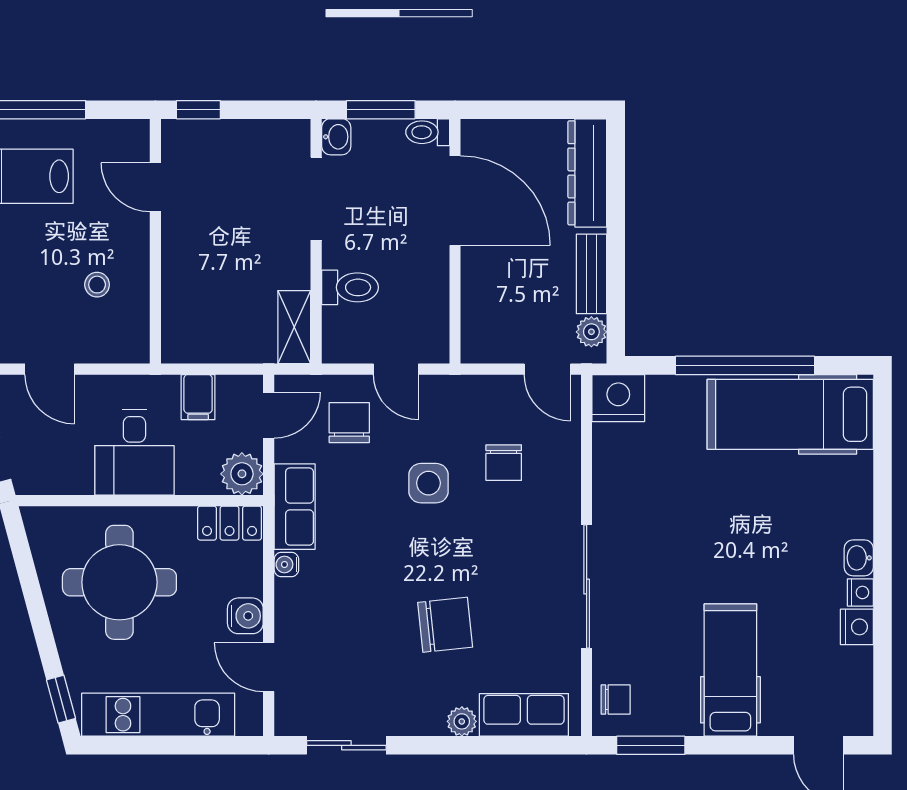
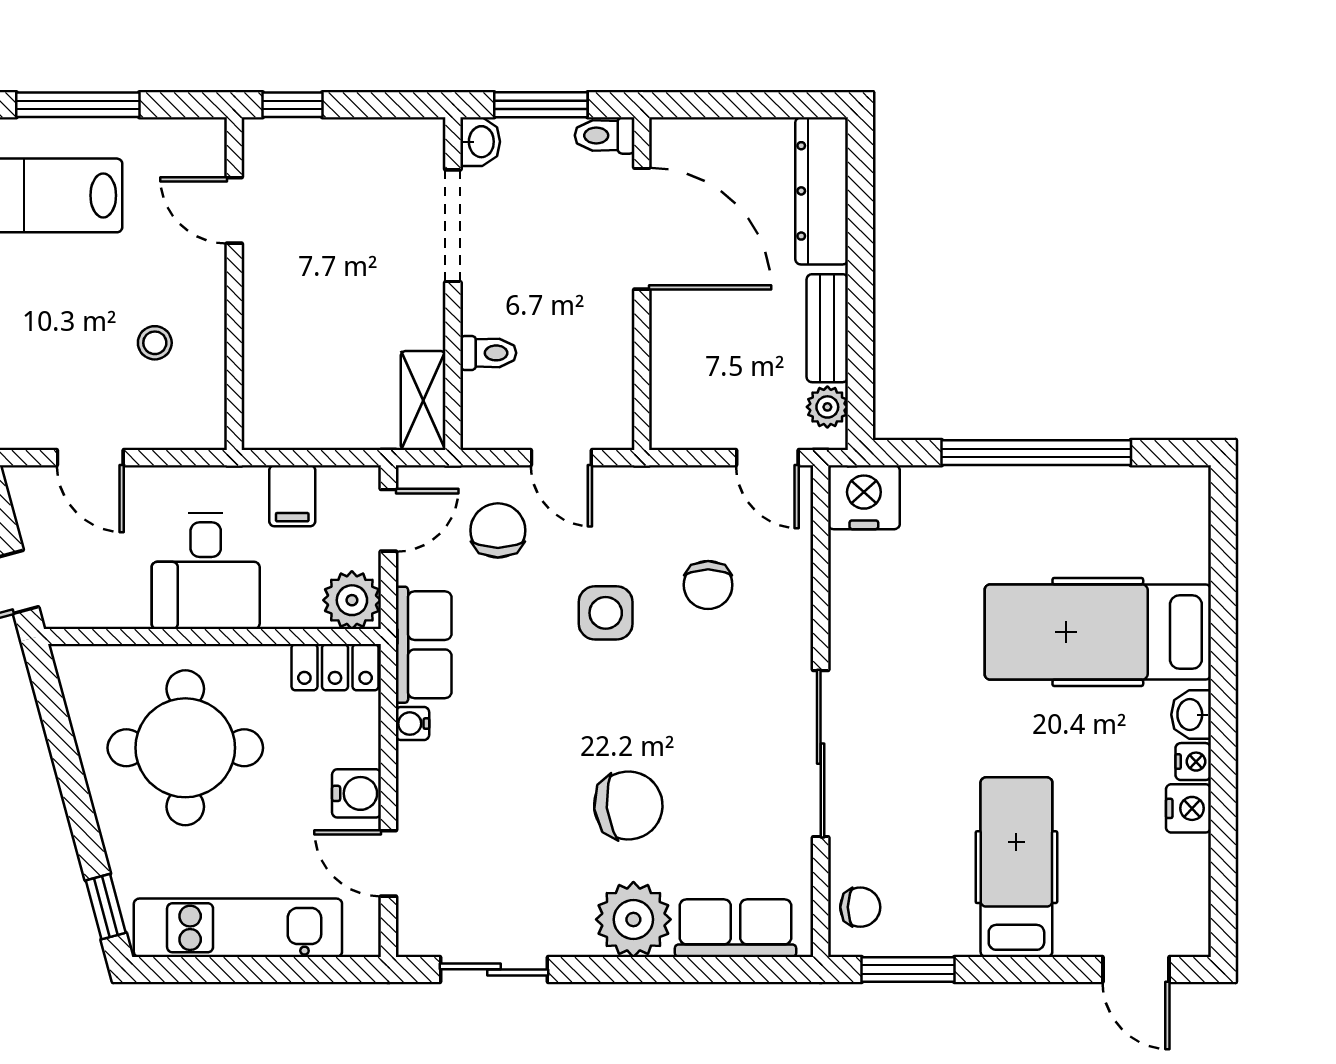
toilet: (350, 287) -> (488, 353), width x0.73, depth x0.72
hospital bed: (790, 414) -> (1098, 632), moved
plant: (462, 721) -> (633, 919), width x1.88, depth x1.88

